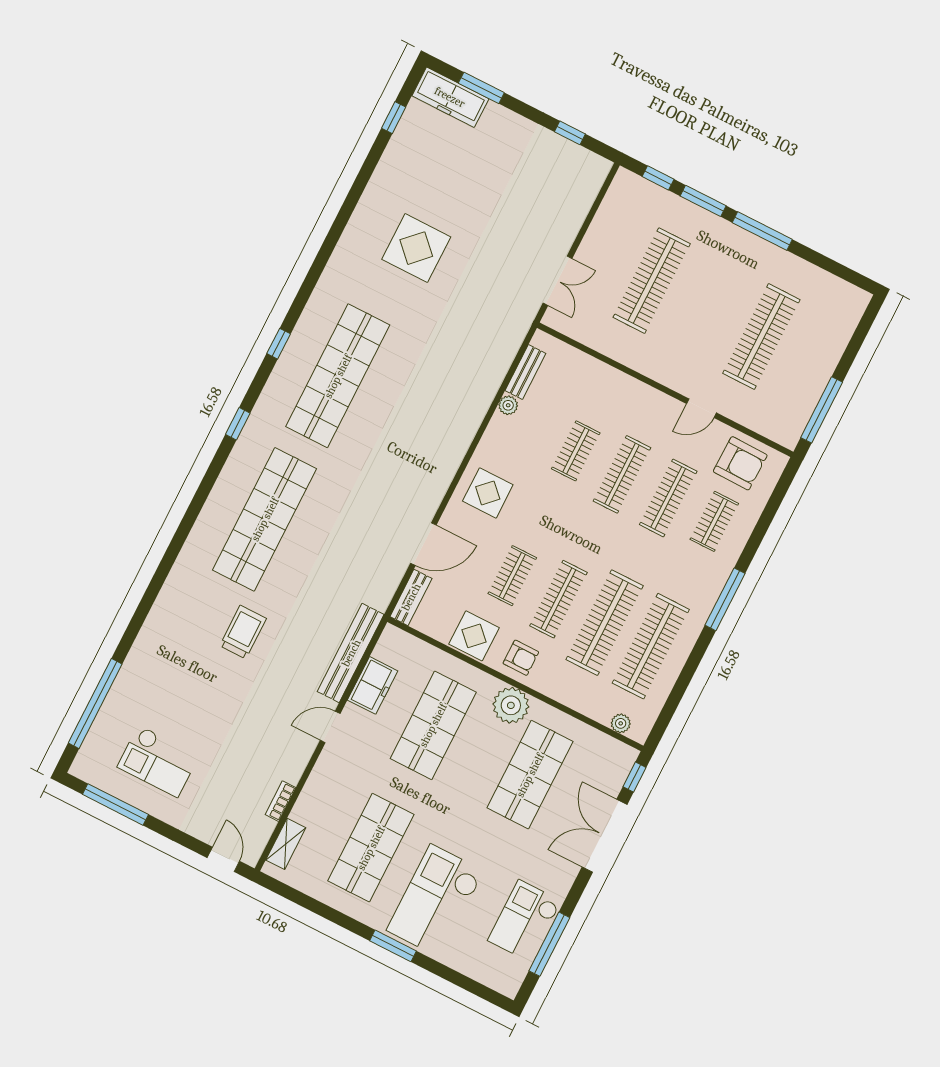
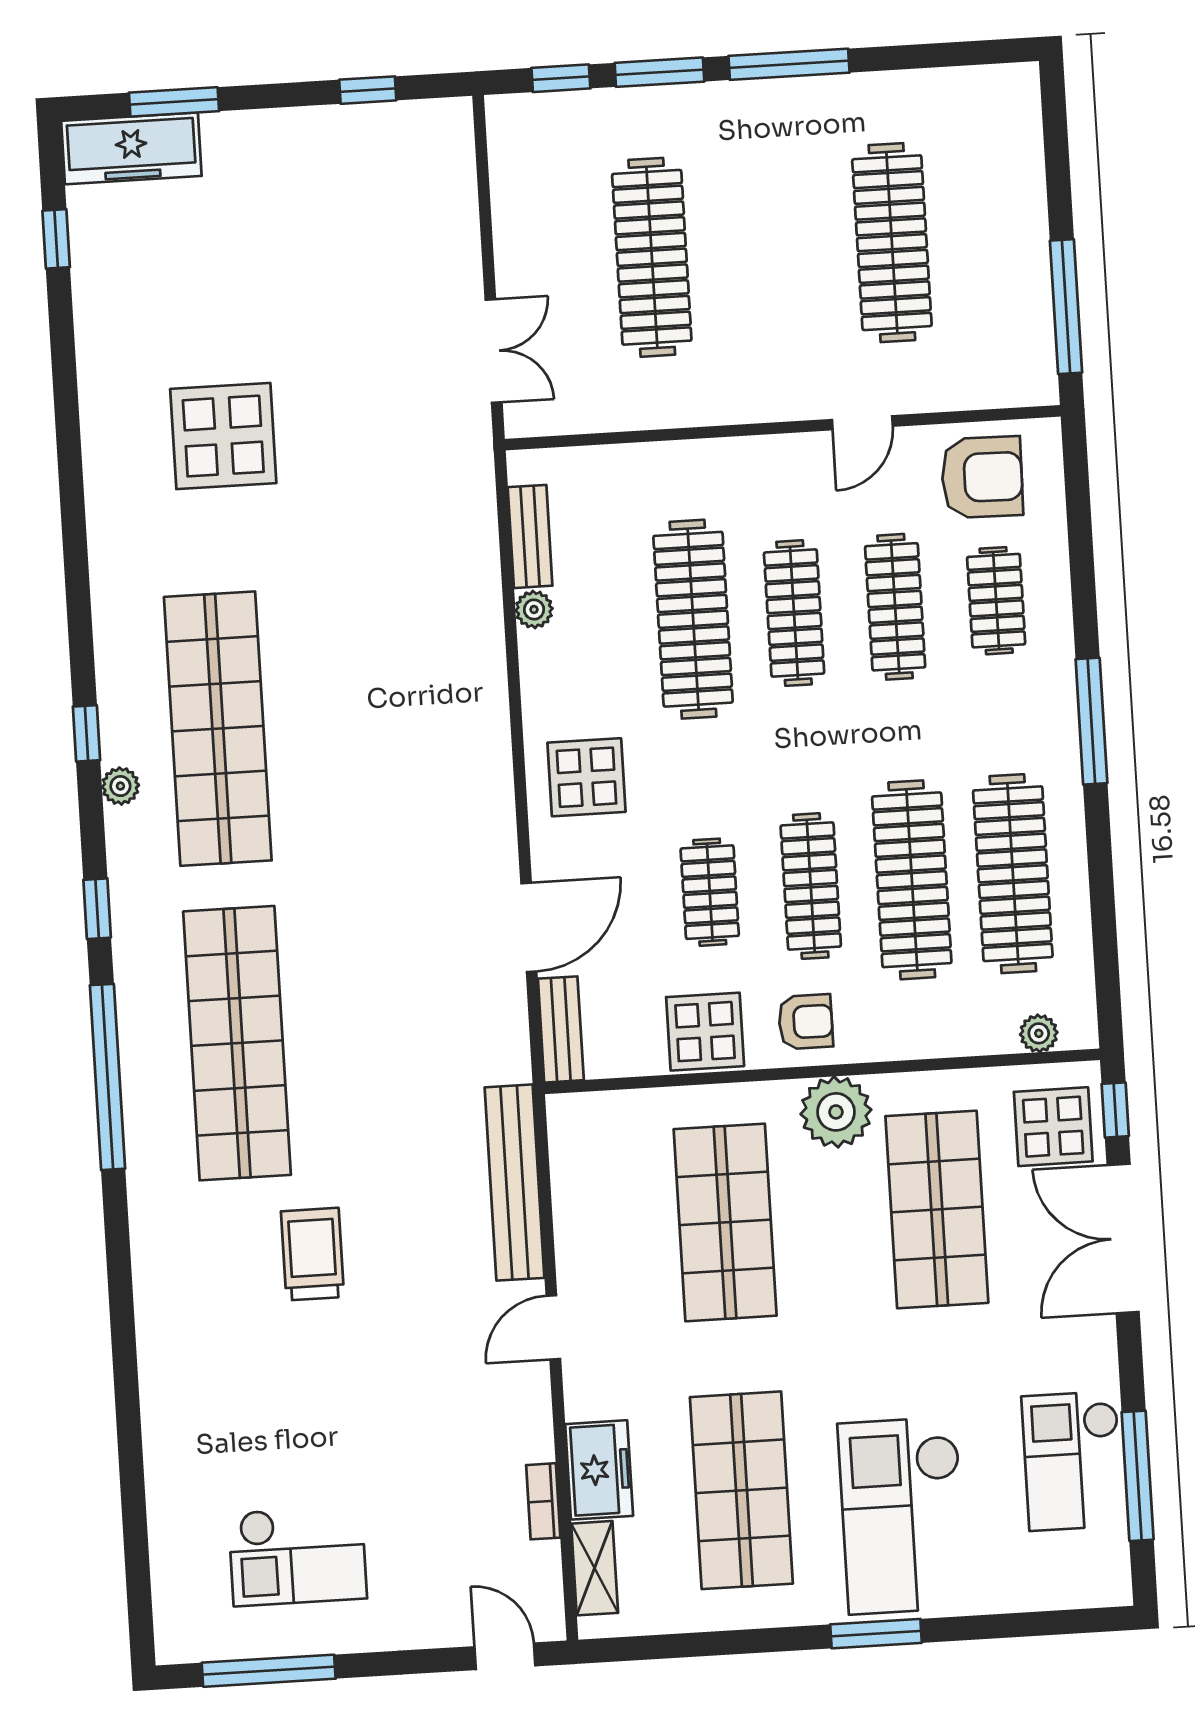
plant: (280, 376) -> (120, 786), added
clothes rail: (576, 451) -> (693, 619), width x1.86, depth x1.31
freezer: (373, 685) -> (599, 1470), moved
window: (95, 704) -> (107, 1077), moved
display table: (603, 768) -> (1053, 1127), added

